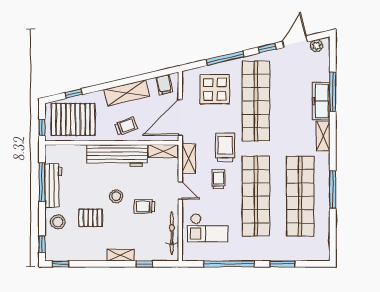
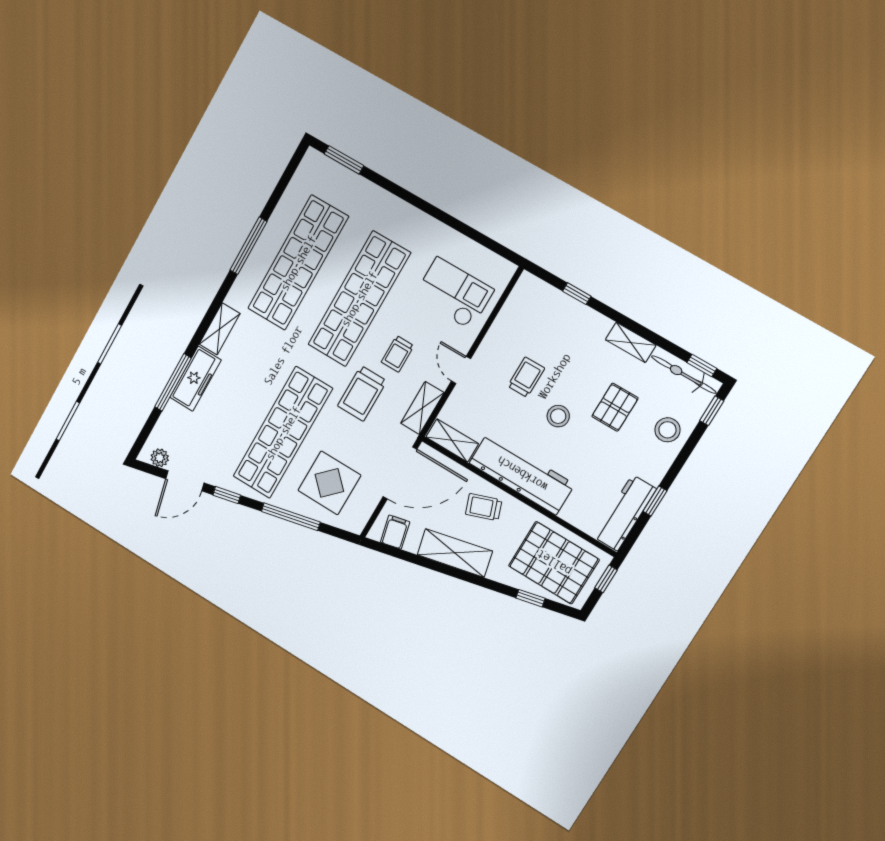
window: (42, 182) -> (655, 501), width x0.46
workbench: (53, 186) -> (625, 513), moved
trolley: (144, 207) -> (526, 377), turned -90
pallet: (91, 218) -> (615, 407), turned 90
bicycle: (172, 233) -> (684, 375), moved, turned 90
shelving: (120, 255) -> (631, 342), moved
window: (229, 264) -> (454, 223), removed
window: (282, 264) -> (344, 160), moved

